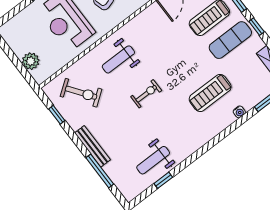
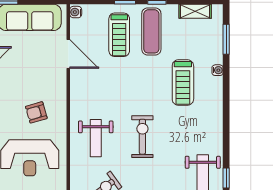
exercise bike: (146, 94) -> (142, 137), width x1.38, depth x1.39

